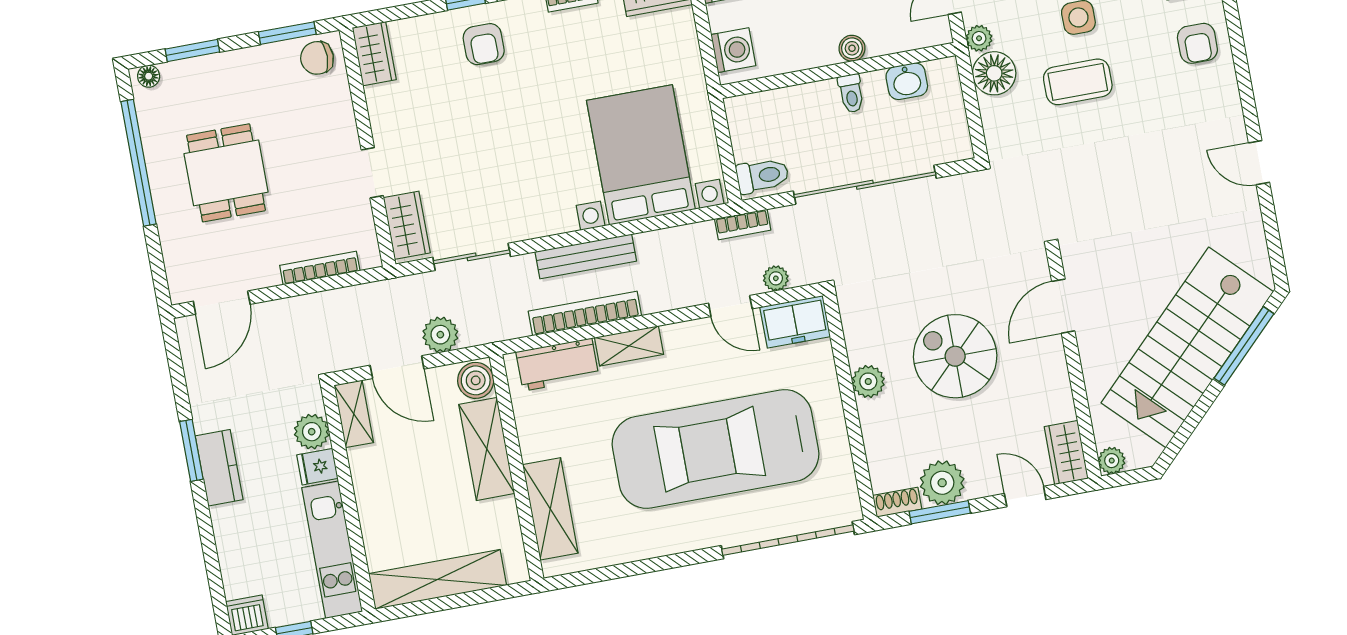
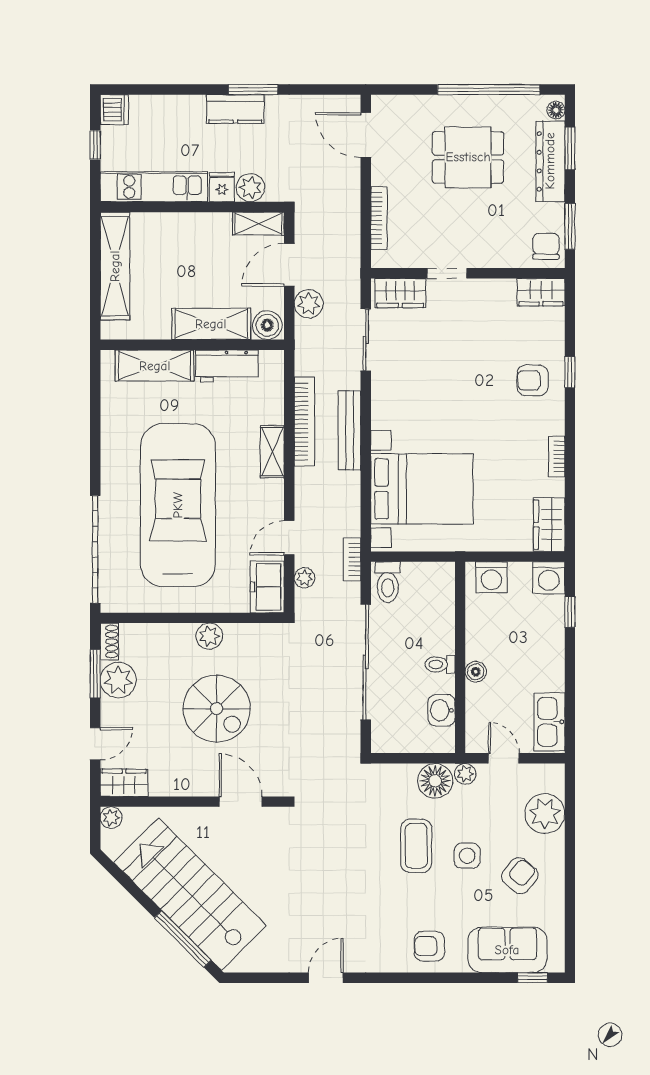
dresser: (212, 71) -> (550, 161), added
spiral stairs: (955, 356) -> (217, 709), turned 90
workbench: (557, 364) -> (227, 366), moved, turned -90

